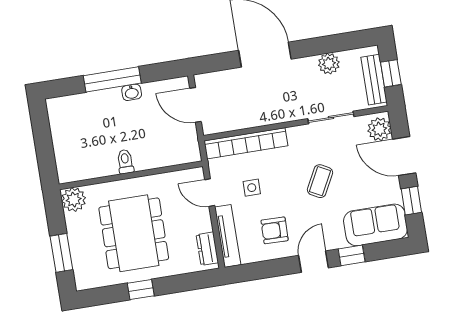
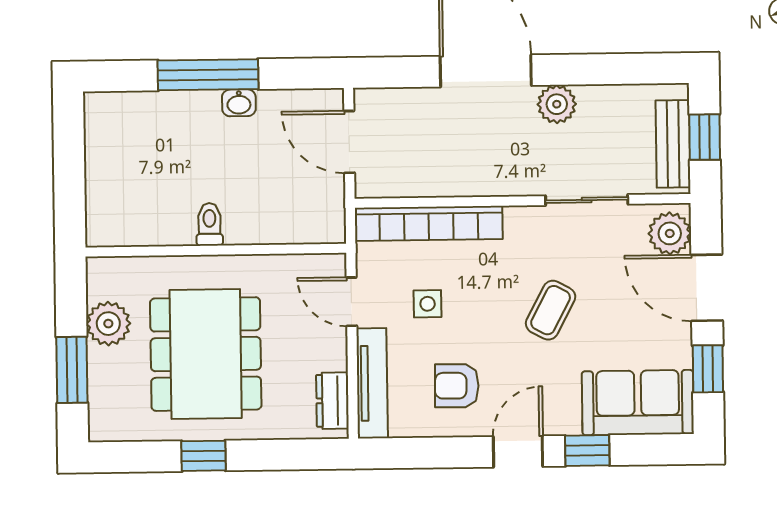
plant: (329, 64) -> (557, 104), moved
plant: (74, 200) -> (108, 324), moved

